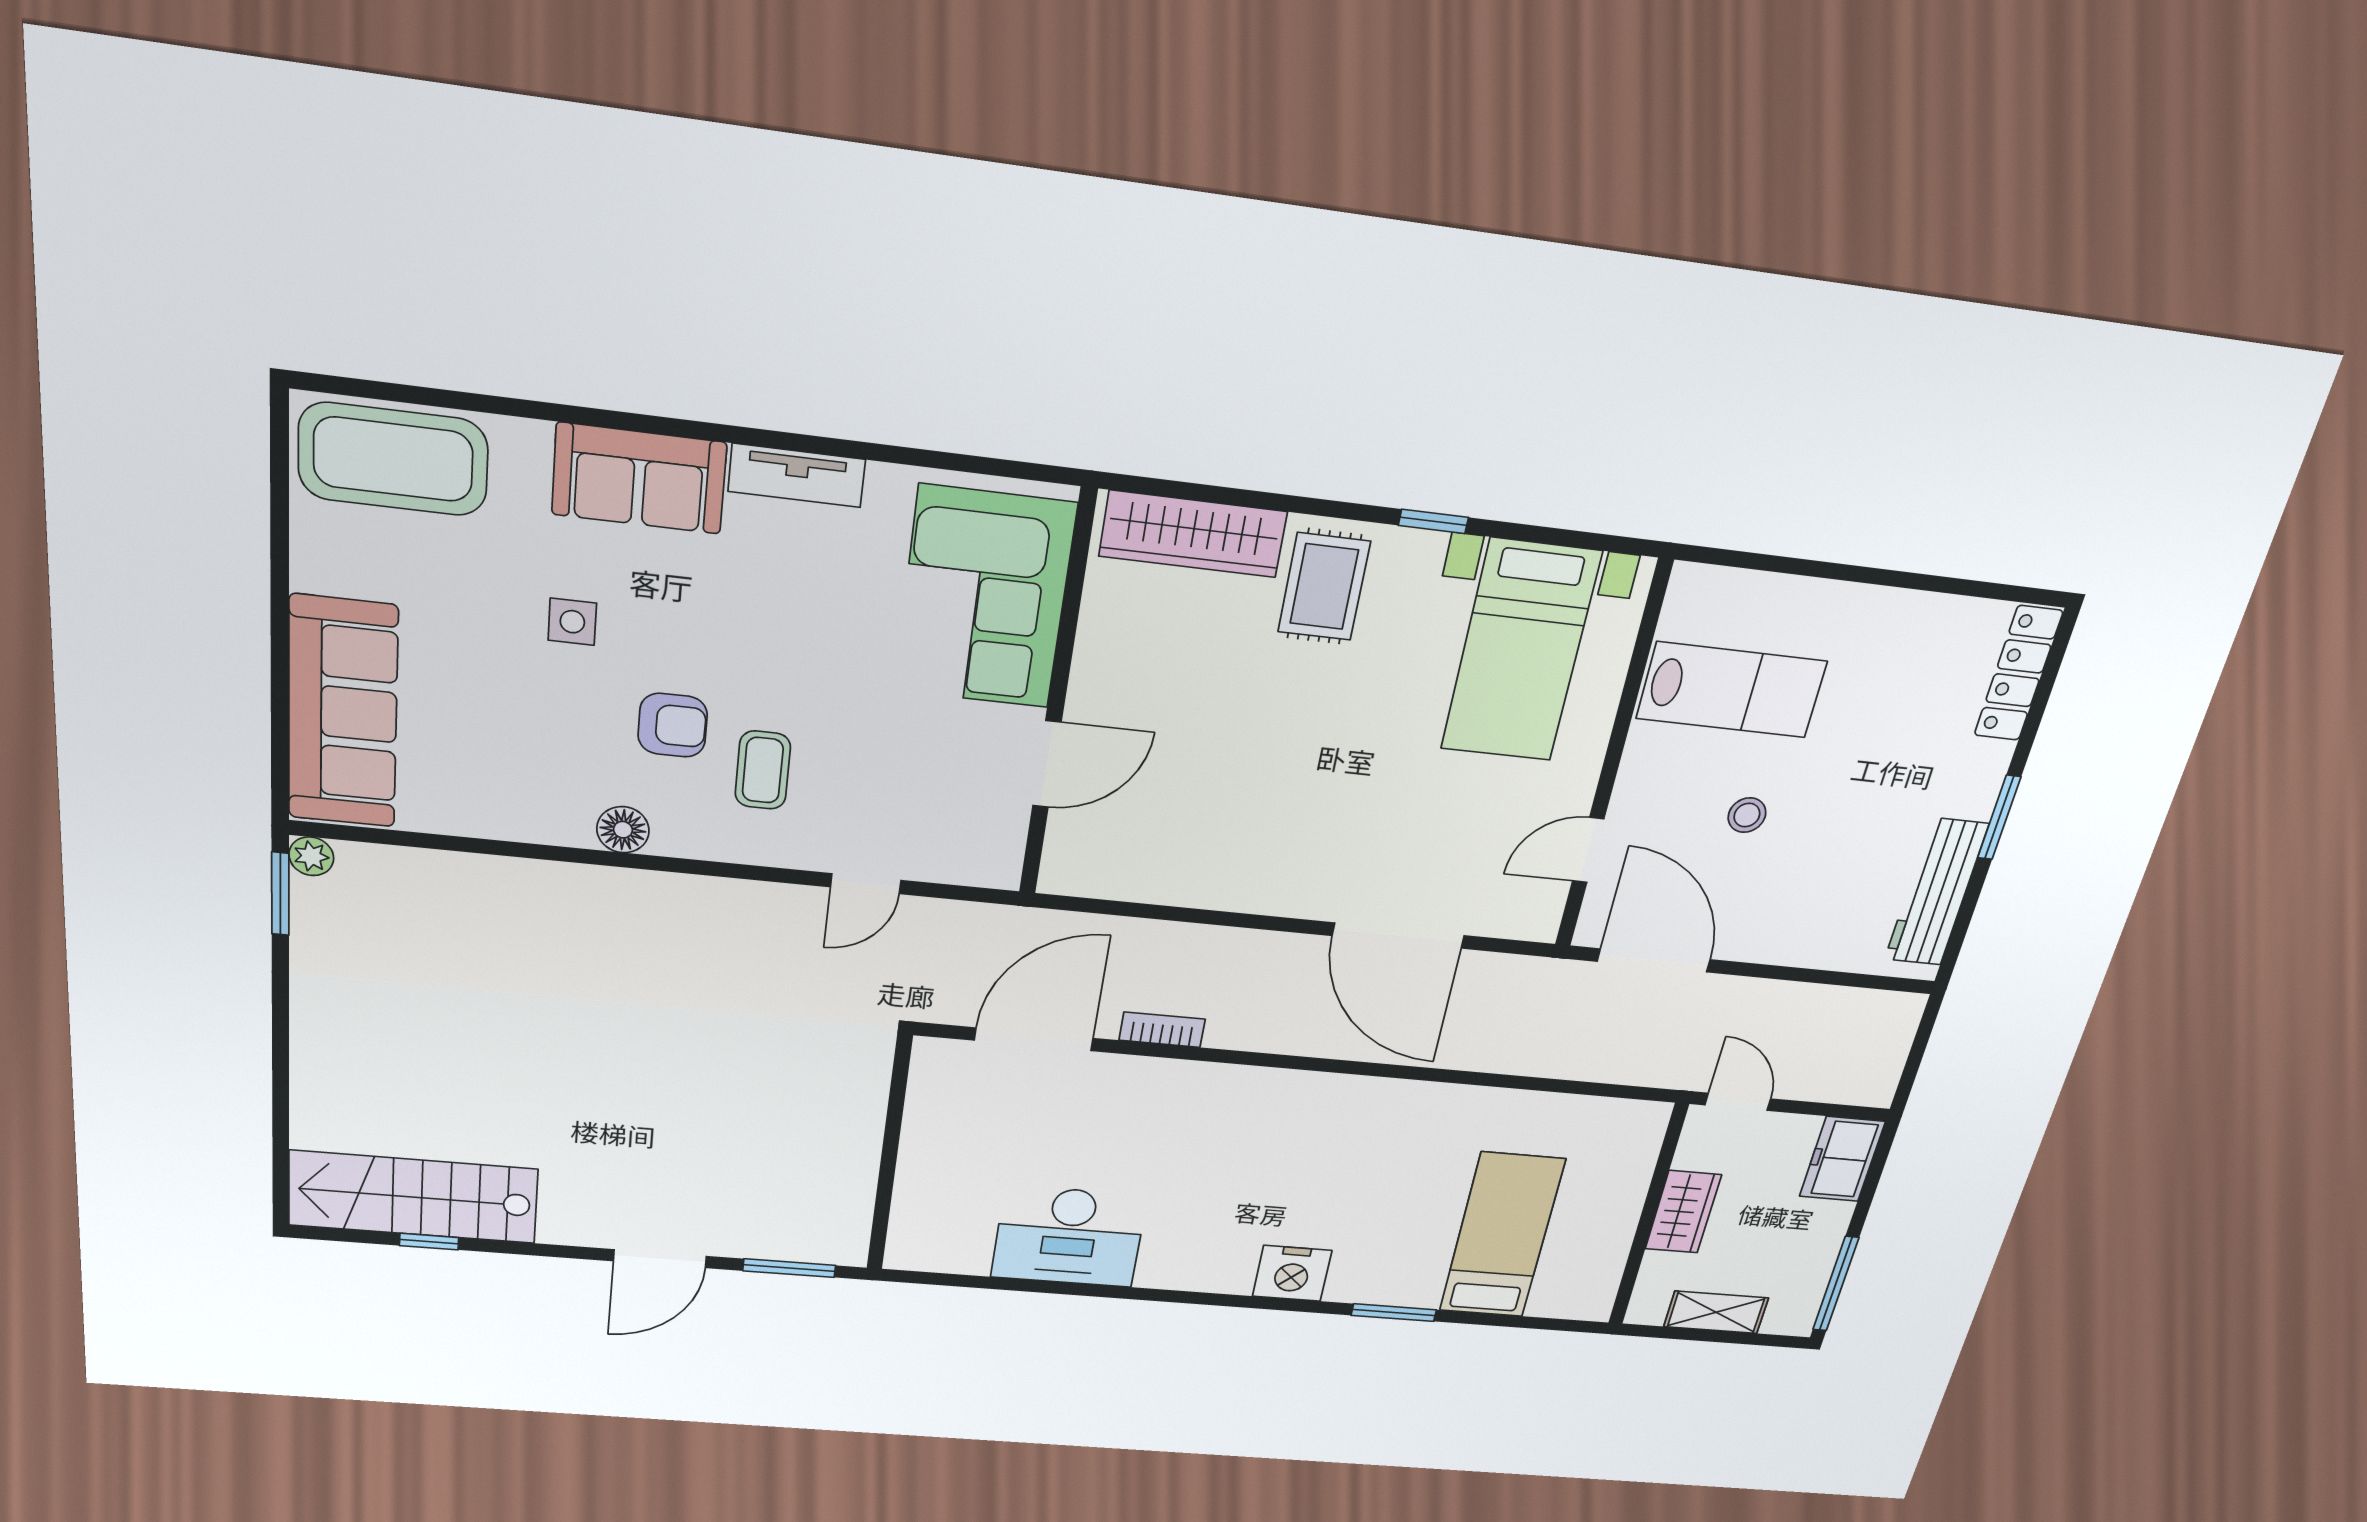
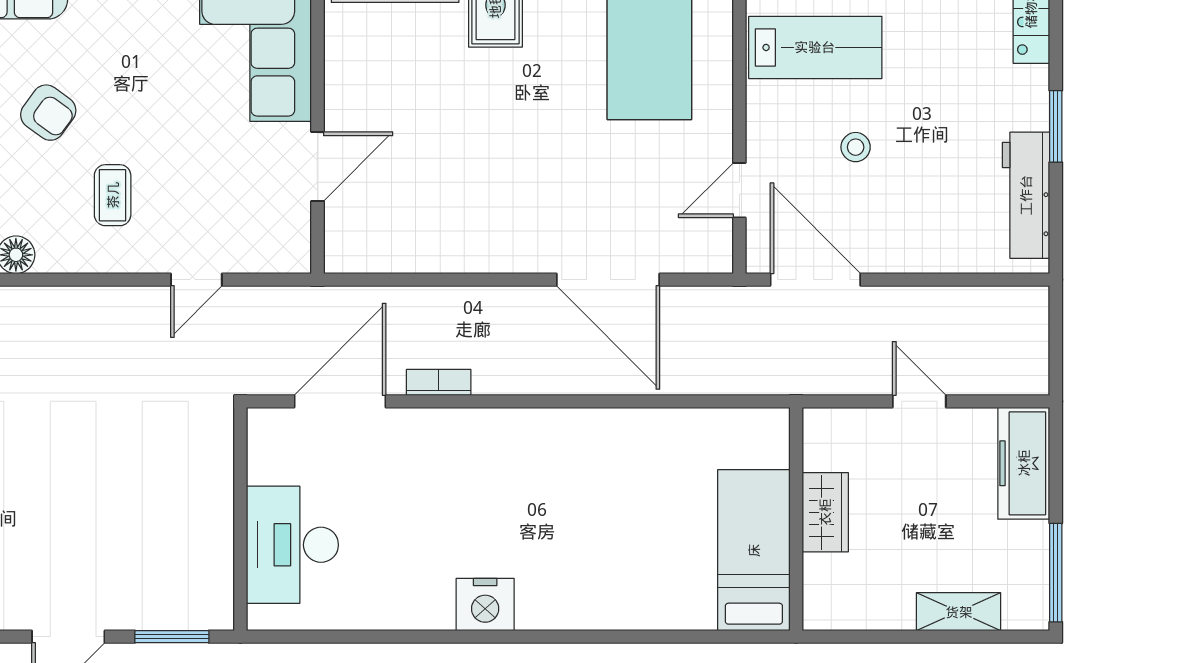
armchair: (673, 725) -> (48, 113), moved, turned 36
freezer: (1842, 1159) -> (1024, 463), width x1.40
wardrobe: (1683, 1212) -> (825, 512), moved
wall: (1648, 1216) -> (796, 519), moved
desk: (1069, 1236) -> (292, 545), moved, turned 90
nightstand: (1292, 1273) -> (485, 604), moved
window: (1394, 1313) -> (679, 637), removed

